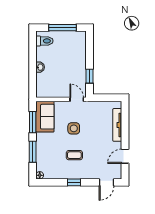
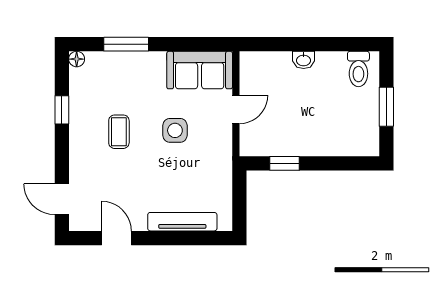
window: (62, 28) -> (386, 107), width x0.69
door: (77, 99) -> (236, 109), moved
window: (33, 122) -> (188, 44), removed
window: (74, 182) -> (62, 110), moved

